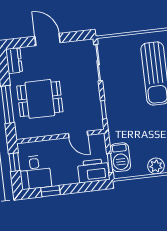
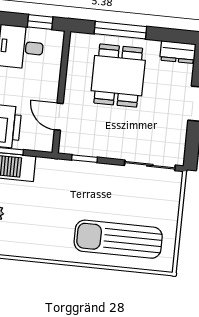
door: (78, 134) -> (59, 117), hinge flipped

